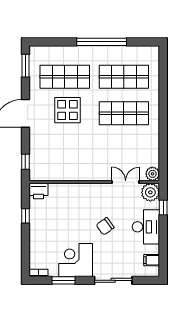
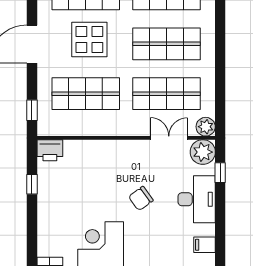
shop shelf: (65, 150) -> (86, 94), added
shop shelf: (124, 150) -> (167, 94), added

